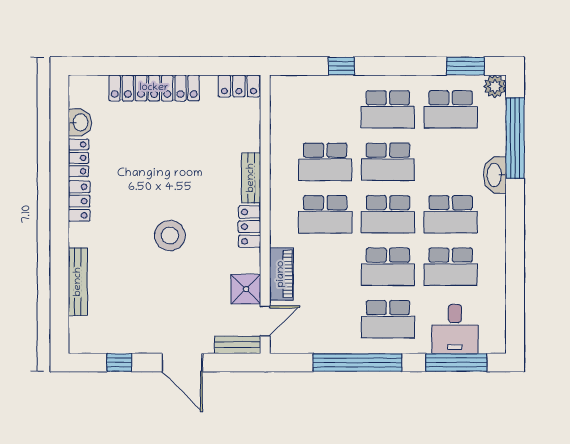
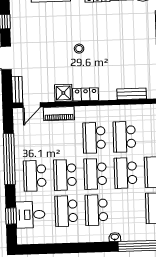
washbasin: (495, 175) -> (115, 237), width x0.52, depth x0.69
bench: (251, 178) -> (132, 94), moved
stool: (170, 235) -> (79, 49), width x0.53, depth x0.53
shower: (246, 289) -> (63, 93), moved
door: (265, 321) -> (32, 105), hinge flipped
window: (456, 362) -> (11, 216), width x0.46

